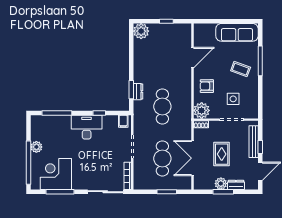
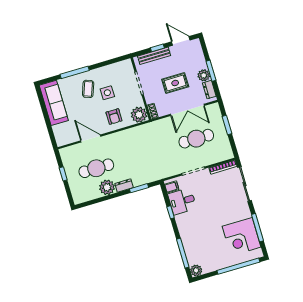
plant: (141, 31) -> (107, 187), moved
dresser: (138, 92) -> (124, 185), moved
side table: (233, 99) -> (107, 93), moved
cafe table: (162, 106) -> (96, 168), moved
desk: (87, 127) -> (182, 201), moved, width x0.73
plant: (36, 147) -> (196, 270), moved
dresser: (236, 185) -> (209, 90), moved

